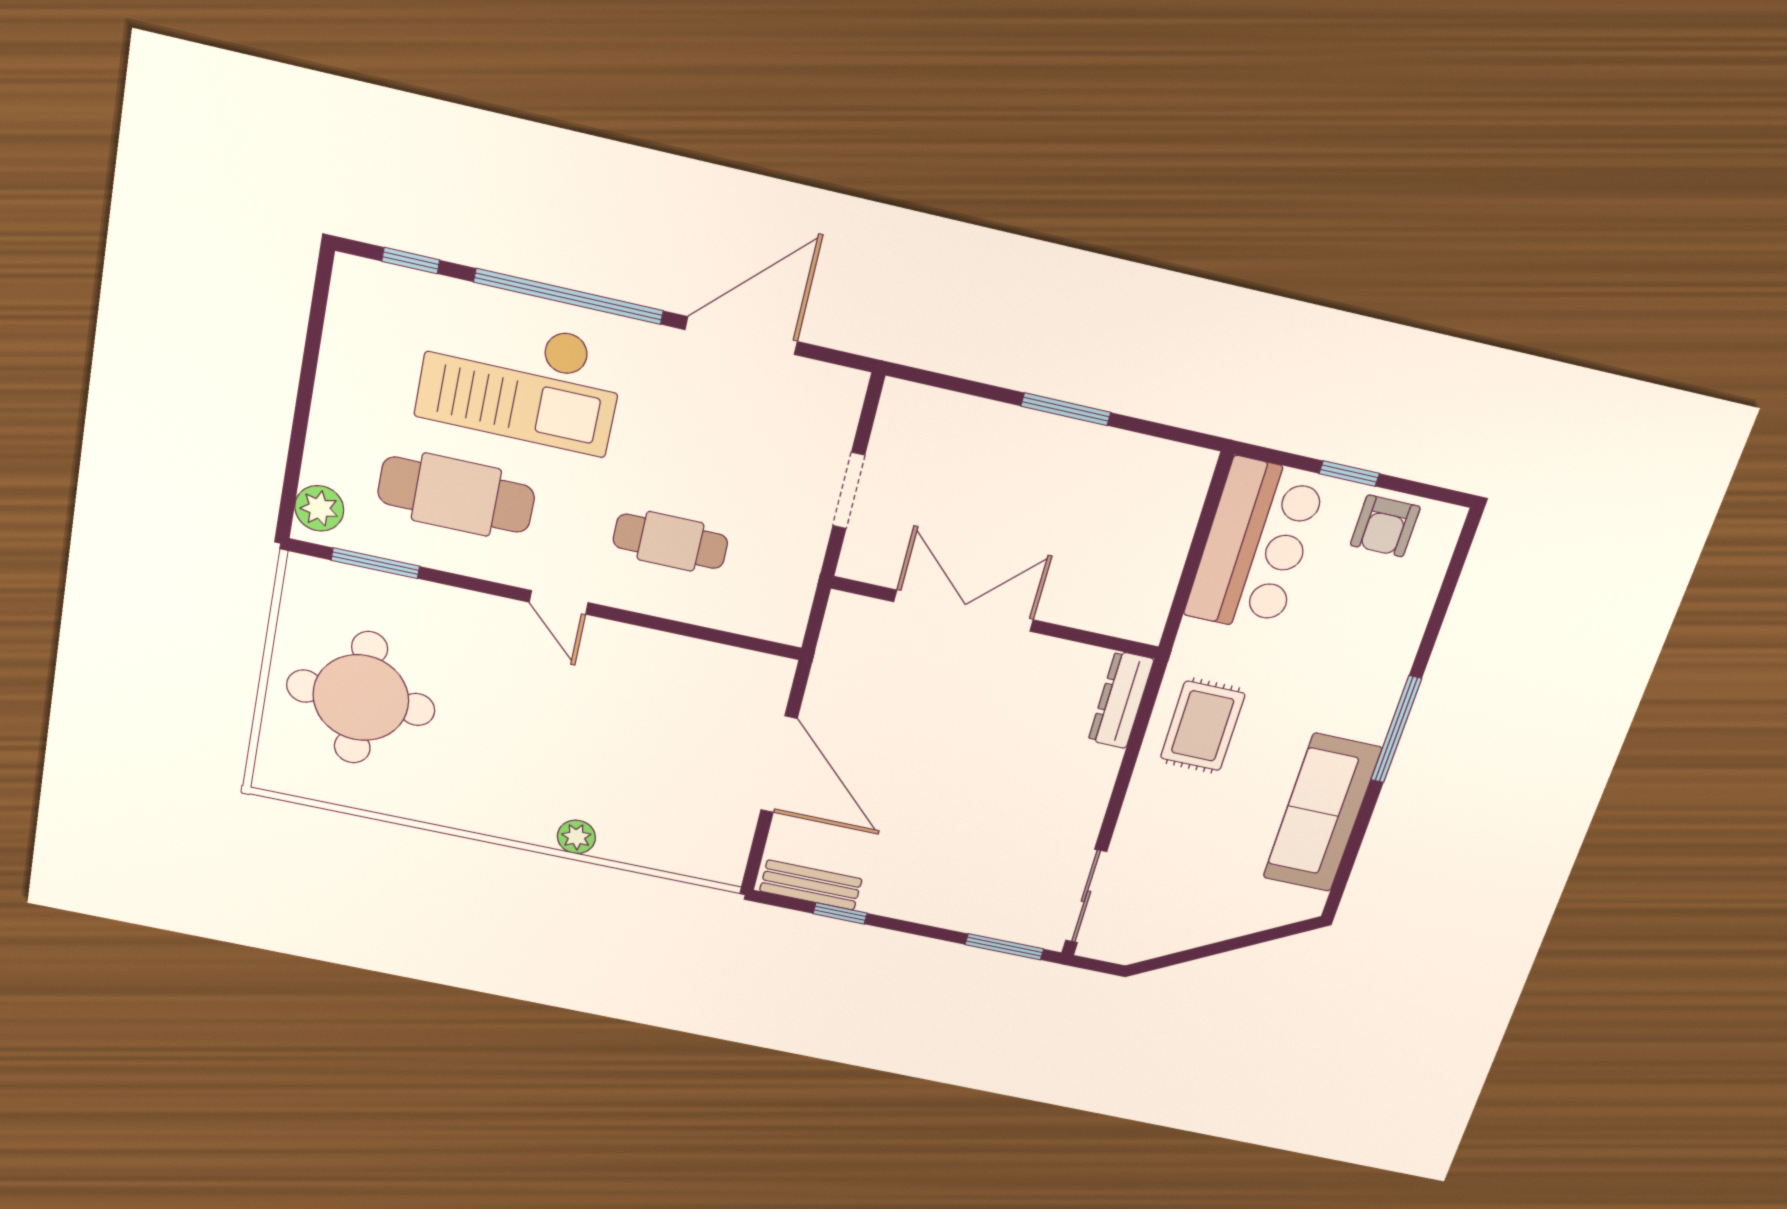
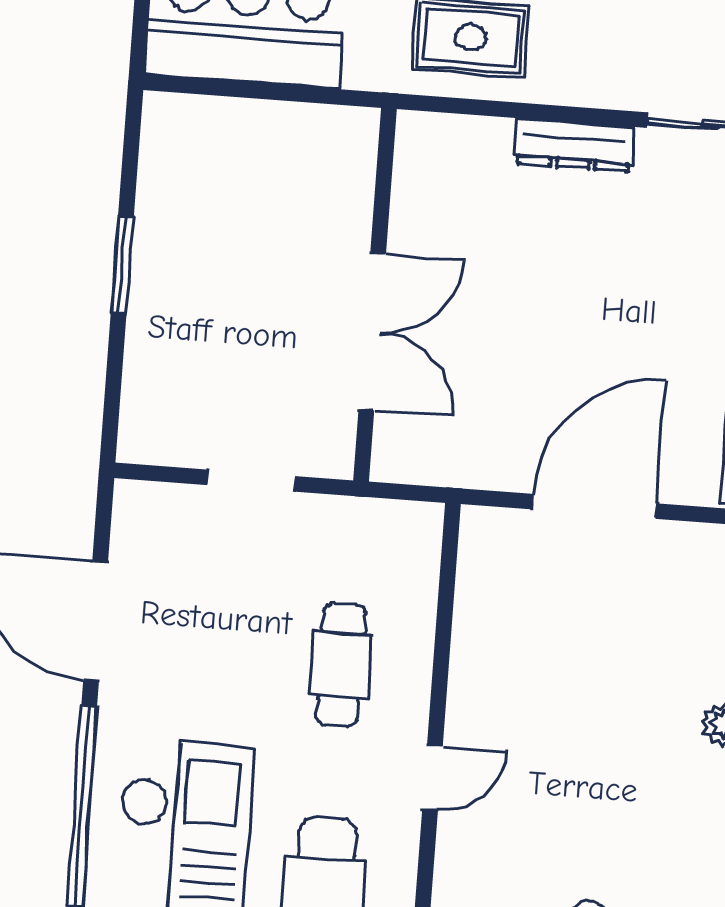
double door: (964, 611) -> (372, 332), swing flipped
dresser: (1121, 700) -> (574, 145), moved

